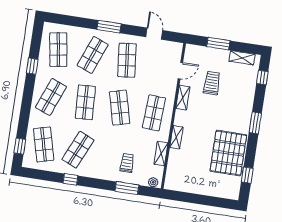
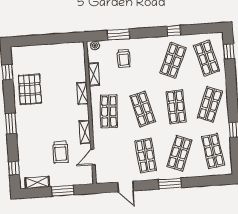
pallet: (228, 153) -> (30, 89), width x0.73, depth x0.71

